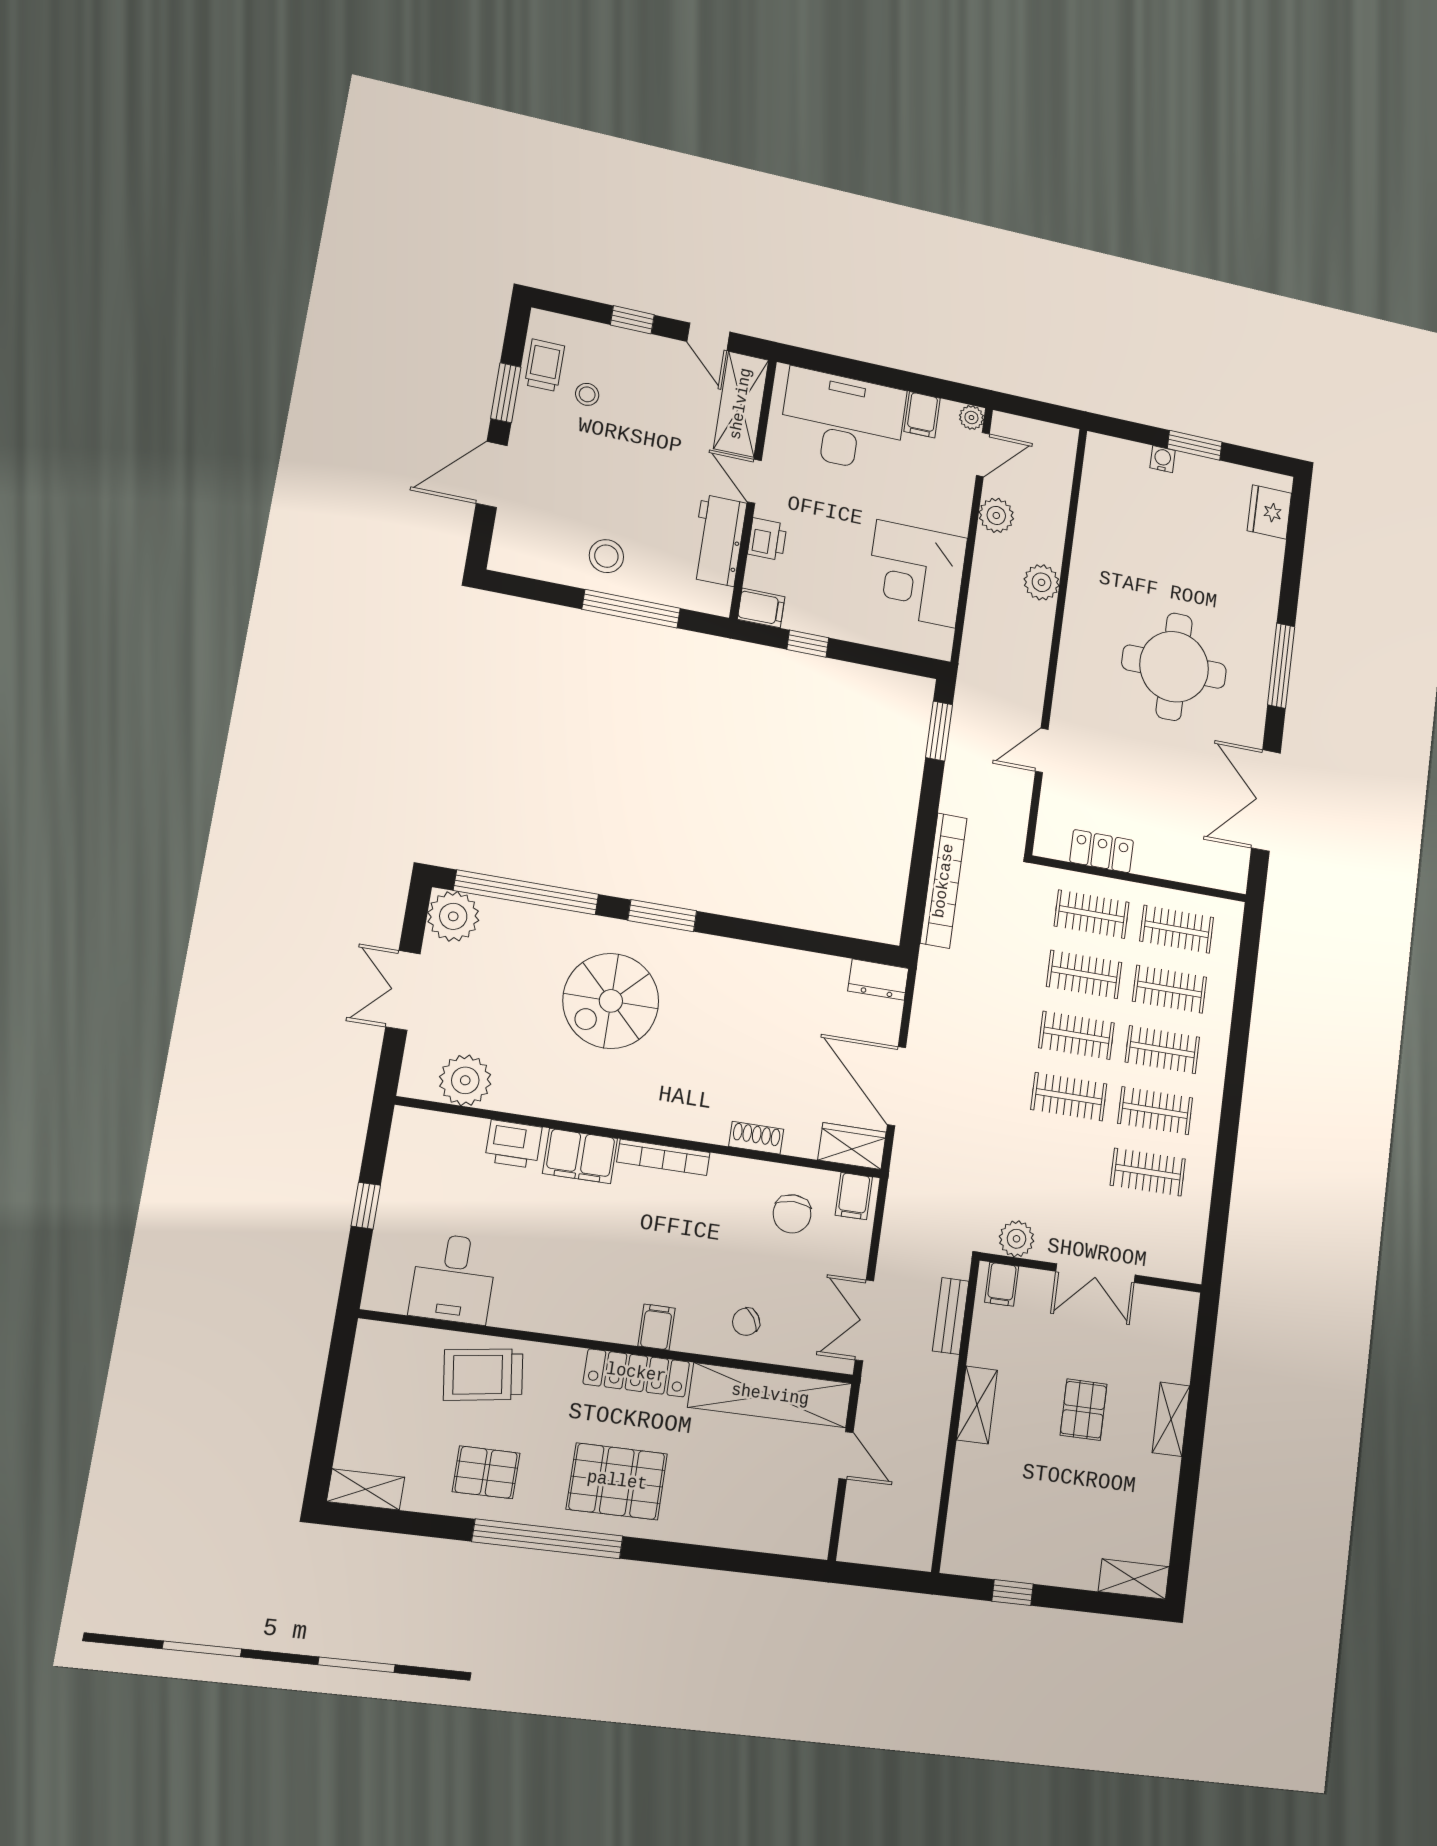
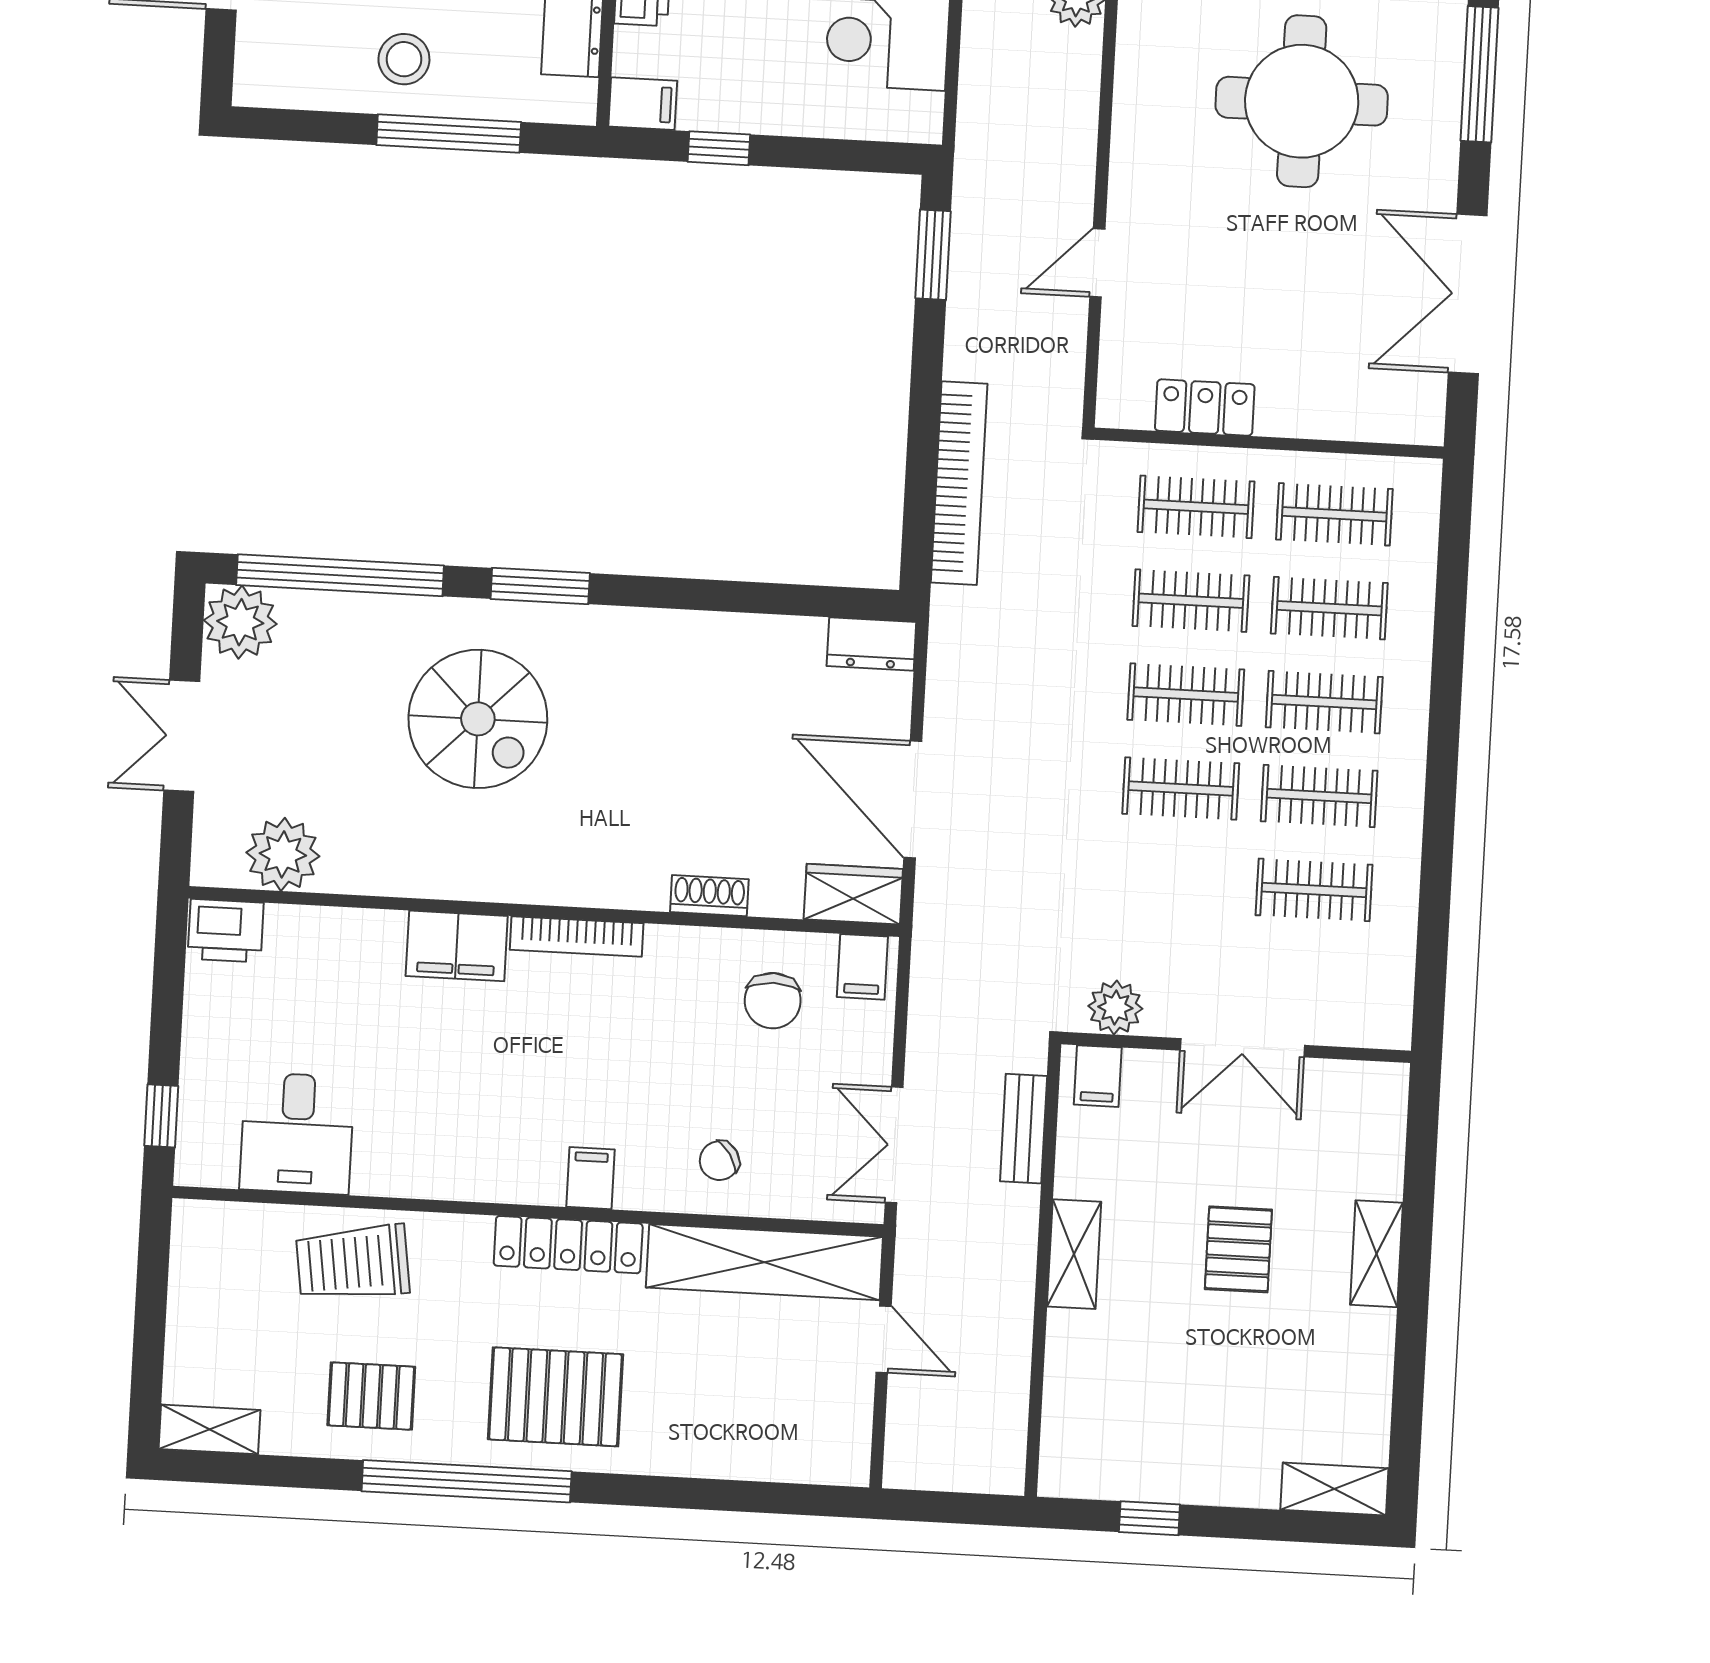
spiral stairs: (611, 1001) -> (478, 719), turned -90
printer: (513, 1144) -> (226, 931), moved
window: (366, 1206) -> (161, 1116), moved

